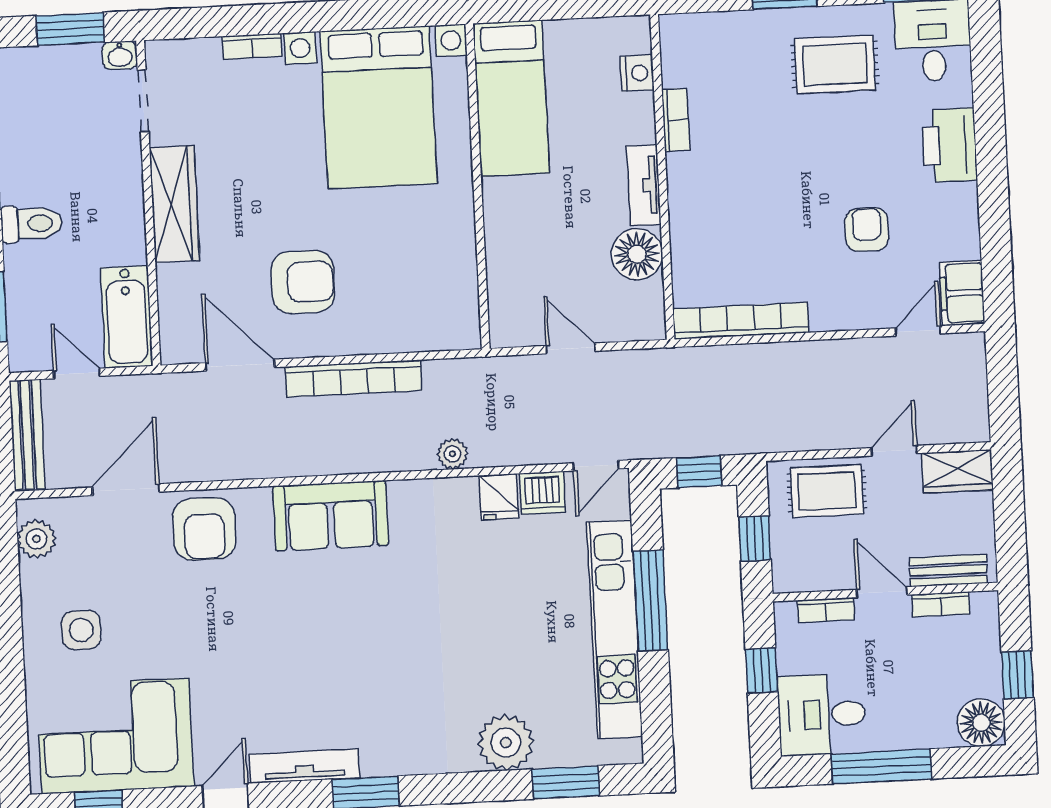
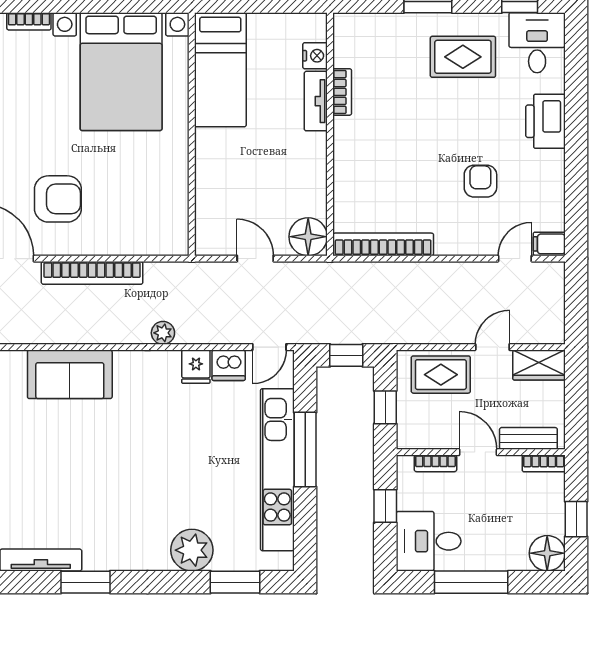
tv unit: (644, 185) -> (316, 101), moved
floor lamp: (637, 254) -> (308, 237), moved
filing cabinet: (962, 293) -> (549, 244), width x0.50
bookcase: (941, 604) -> (544, 463), moved

